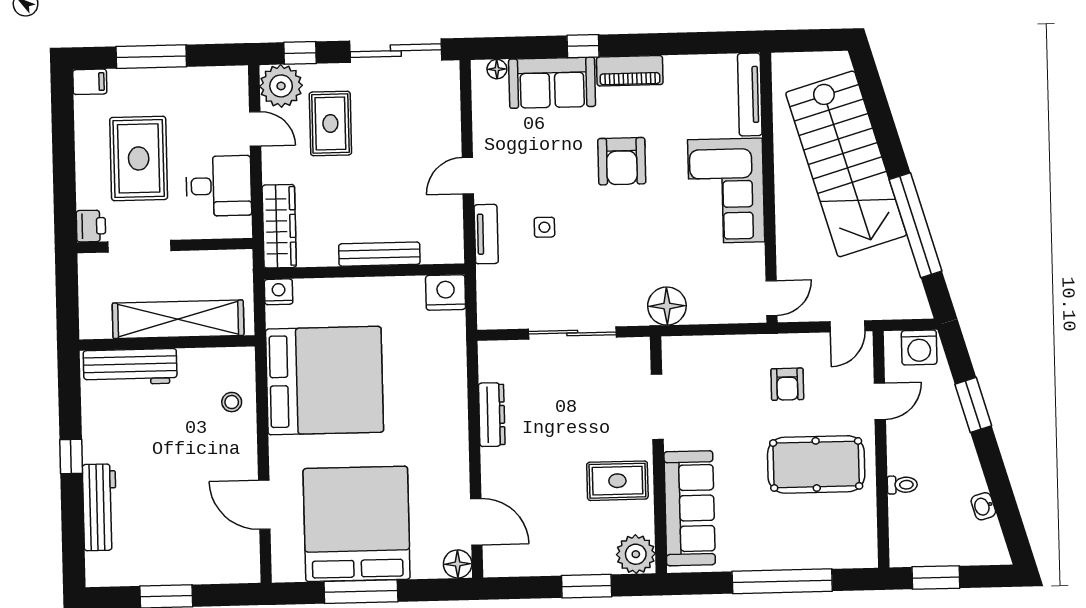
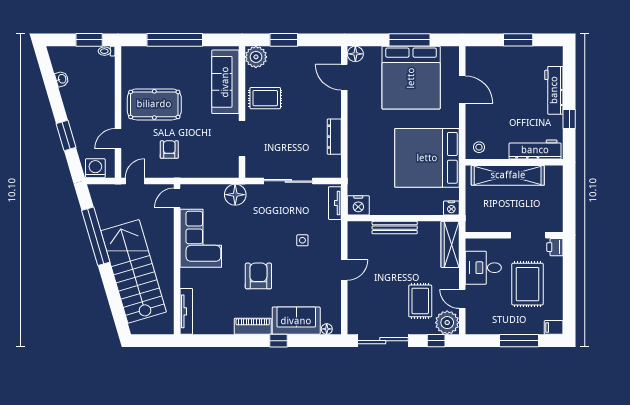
corner sofa: (726, 191) -> (201, 238), moved
tv unit: (486, 234) -> (335, 203), moved
shelving: (178, 319) -> (508, 175), moved
wall: (167, 343) -> (514, 162), moved
workbench: (130, 367) -> (535, 150), moved
toilet: (902, 485) -> (107, 51), moved

